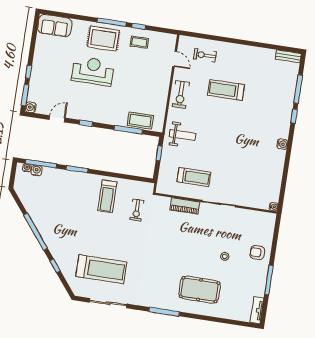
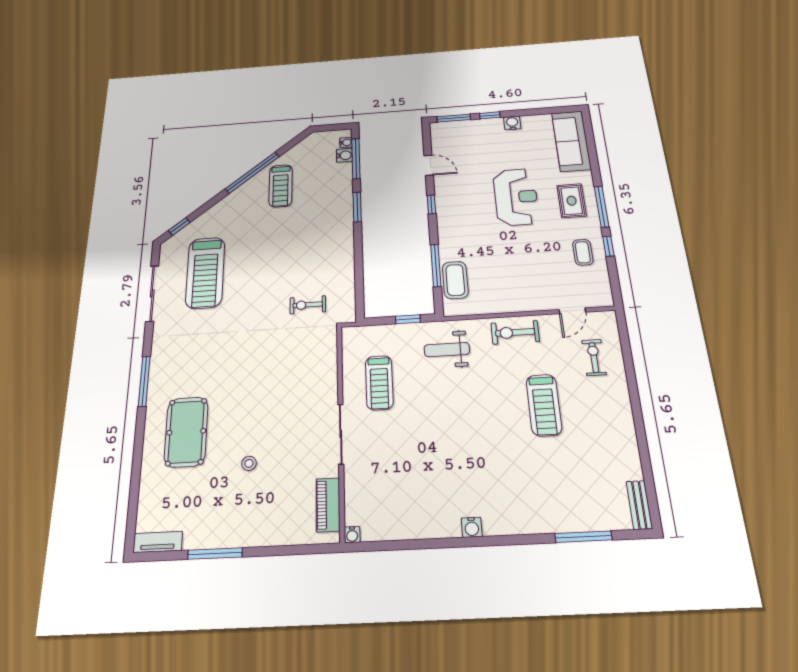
sofa: (55, 26) -> (571, 141), width x1.36
rug: (103, 39) -> (572, 201), width x0.73, depth x0.70
treadmill: (226, 90) -> (544, 405), turned 180
water cooler: (31, 107) -> (512, 123), moved
window: (294, 116) -> (530, 539), removed
weight bench: (183, 135) -> (447, 350), turned 90
treadmill: (107, 196) -> (281, 186), moved, turned -90
piano: (185, 206) -> (328, 505), moved
armchair: (257, 253) -> (263, 521), removed
window: (55, 266) -> (179, 226), moved

